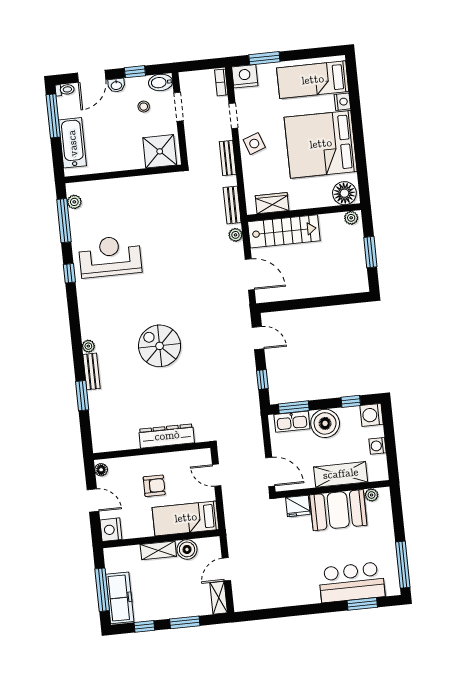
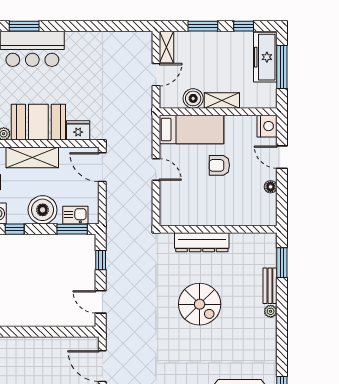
kitchen sink: (292, 422) -> (75, 215), width x0.73
dresser: (167, 436) -> (202, 242), moved
wall: (152, 451) -> (218, 229), moved

